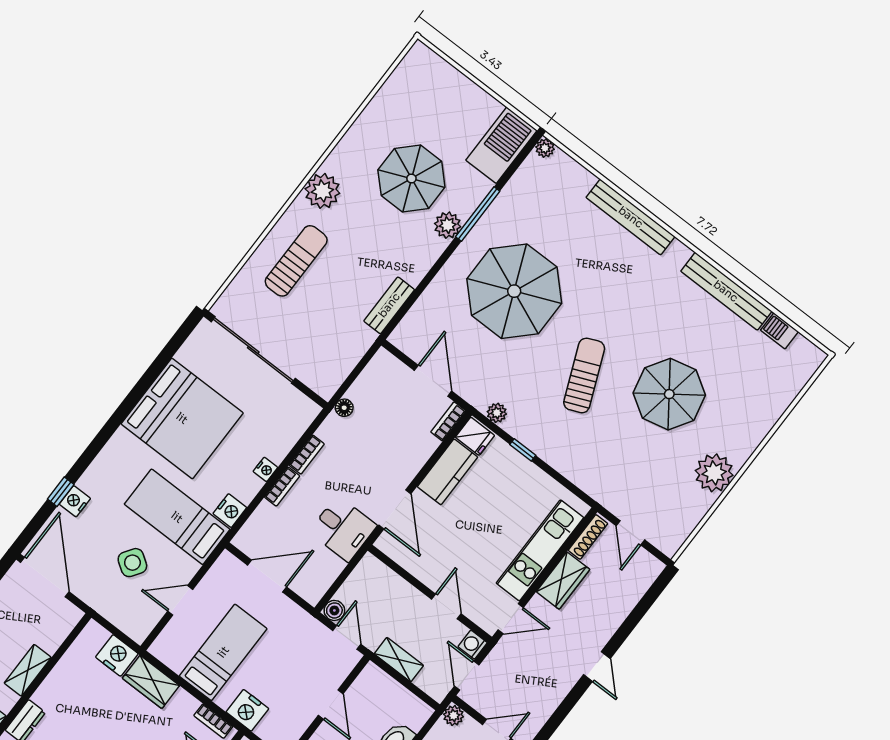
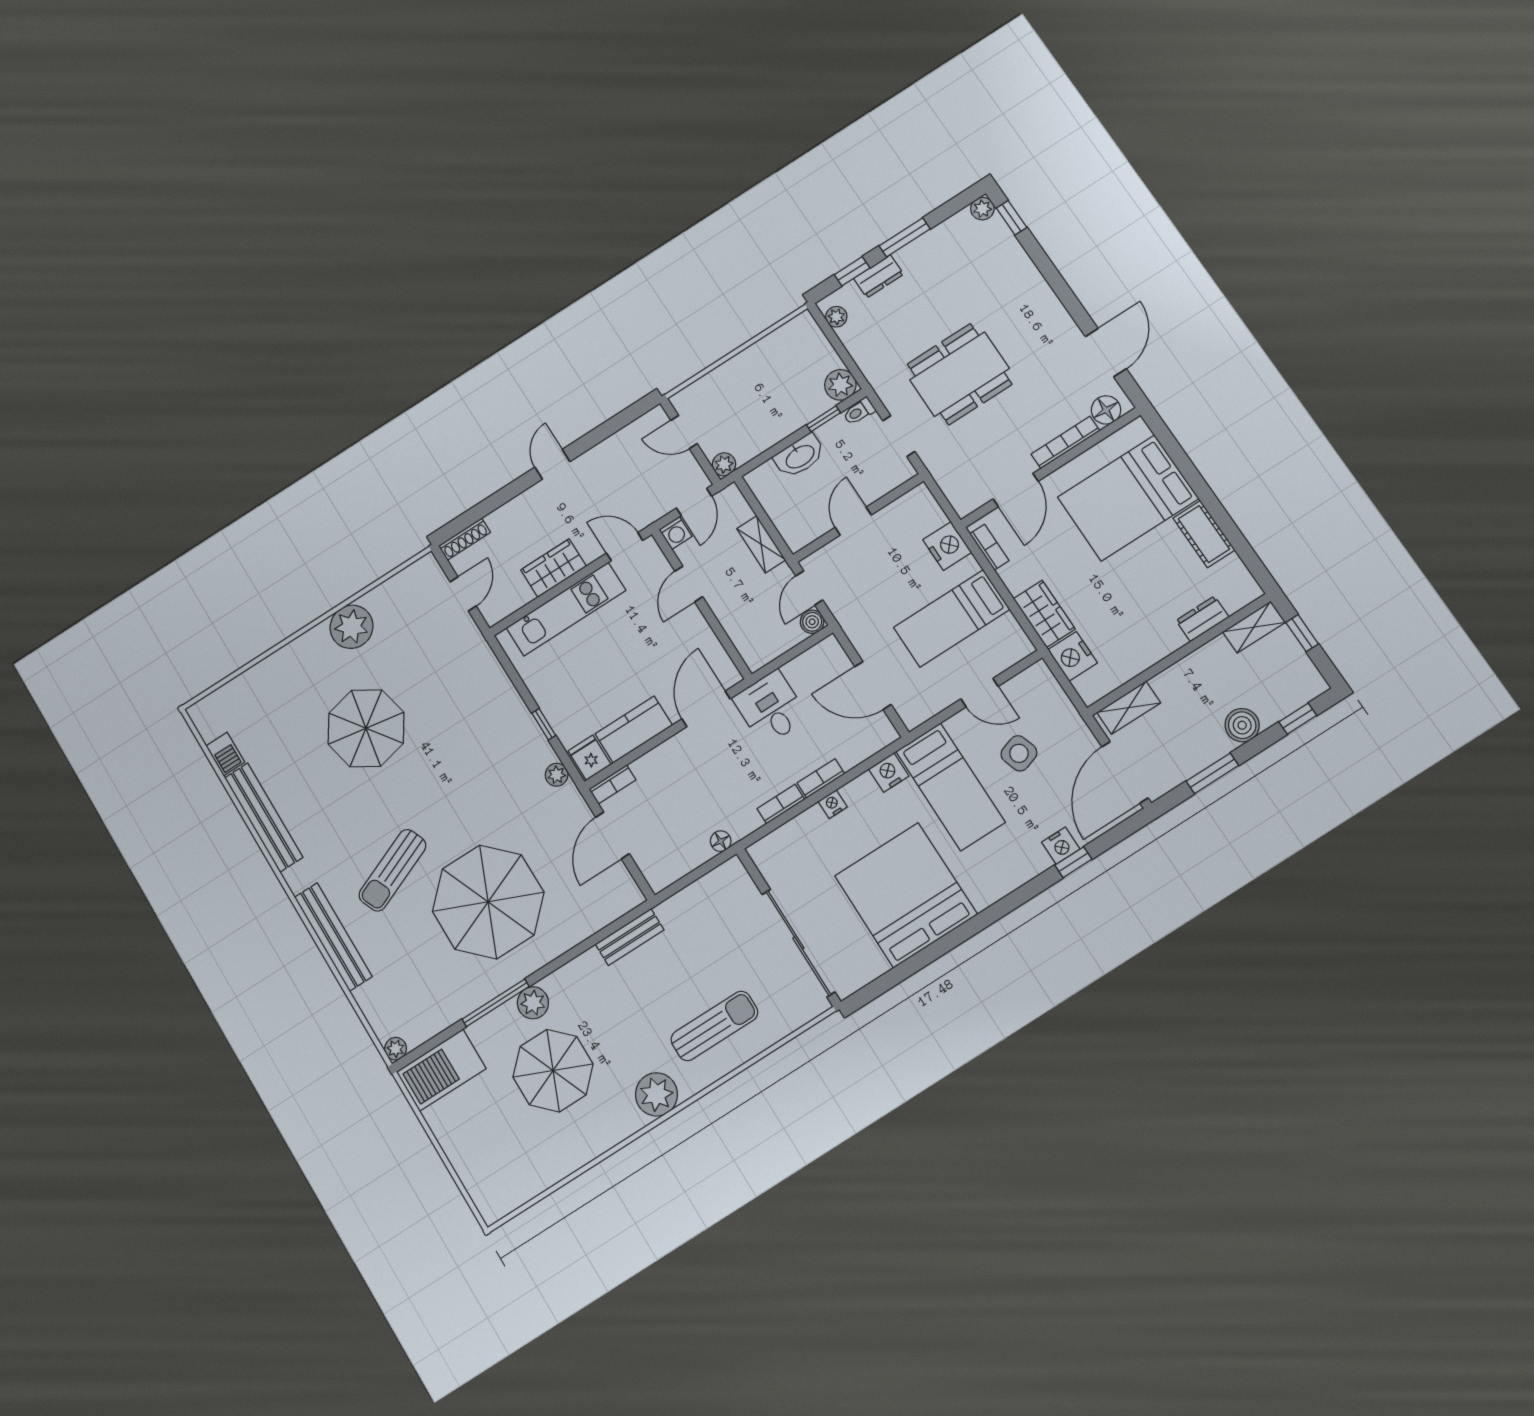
sun lounger: (296, 261) -> (714, 1026), turned 180
sun lounger: (584, 375) -> (392, 870), moved
shoe rack: (588, 537) -> (464, 539), moved, turned 180
side table: (132, 563) -> (1019, 753), turned 38
shelving: (28, 670) -> (1129, 708), moved

